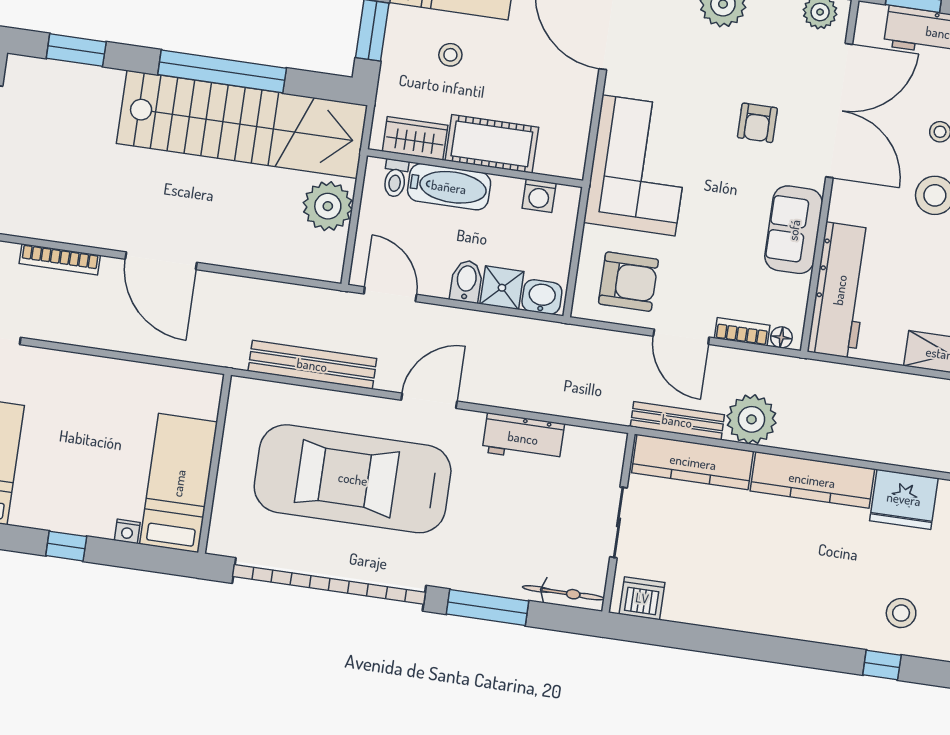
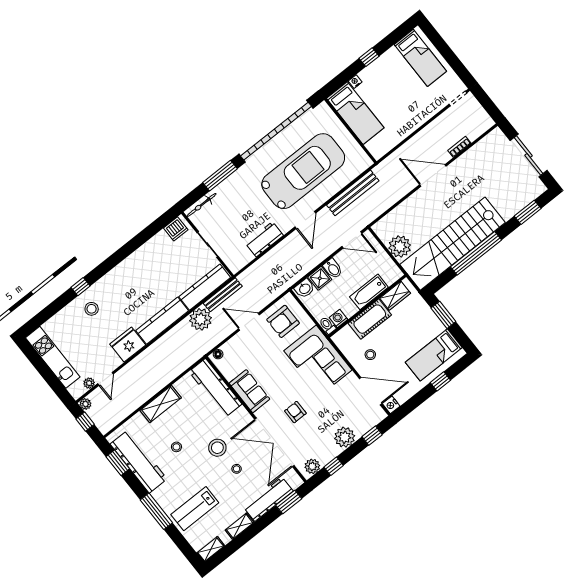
stool: (450, 55) -> (370, 355), moved
toilet: (395, 178) -> (327, 325), moved
bookcase: (60, 259) -> (459, 147), width x0.64
bookcase: (742, 332) -> (232, 343), removed

